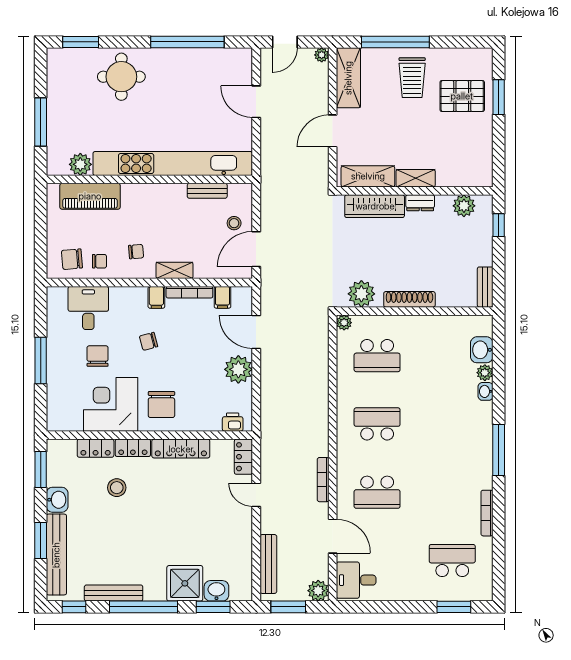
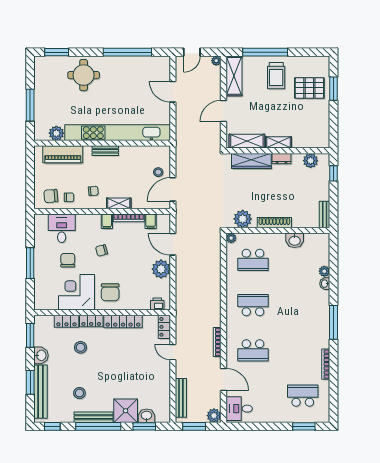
bench: (207, 191) -> (105, 151), moved
washbasin: (482, 350) -> (295, 240), moved, turned -90
stool: (115, 557) -> (79, 393), added
bench: (114, 593) -> (93, 417), moved

